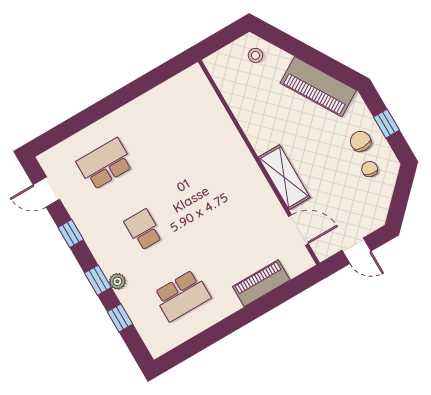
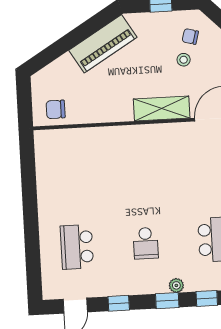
stool: (255, 55) -> (184, 60), moved
chair: (361, 141) -> (56, 109), moved
school desk: (143, 230) -> (146, 243), turned -90

